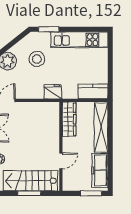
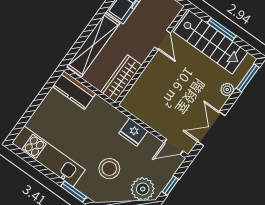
fridge: (53, 92) -> (133, 132), moved
door: (61, 161) -> (162, 40), swing flipped

